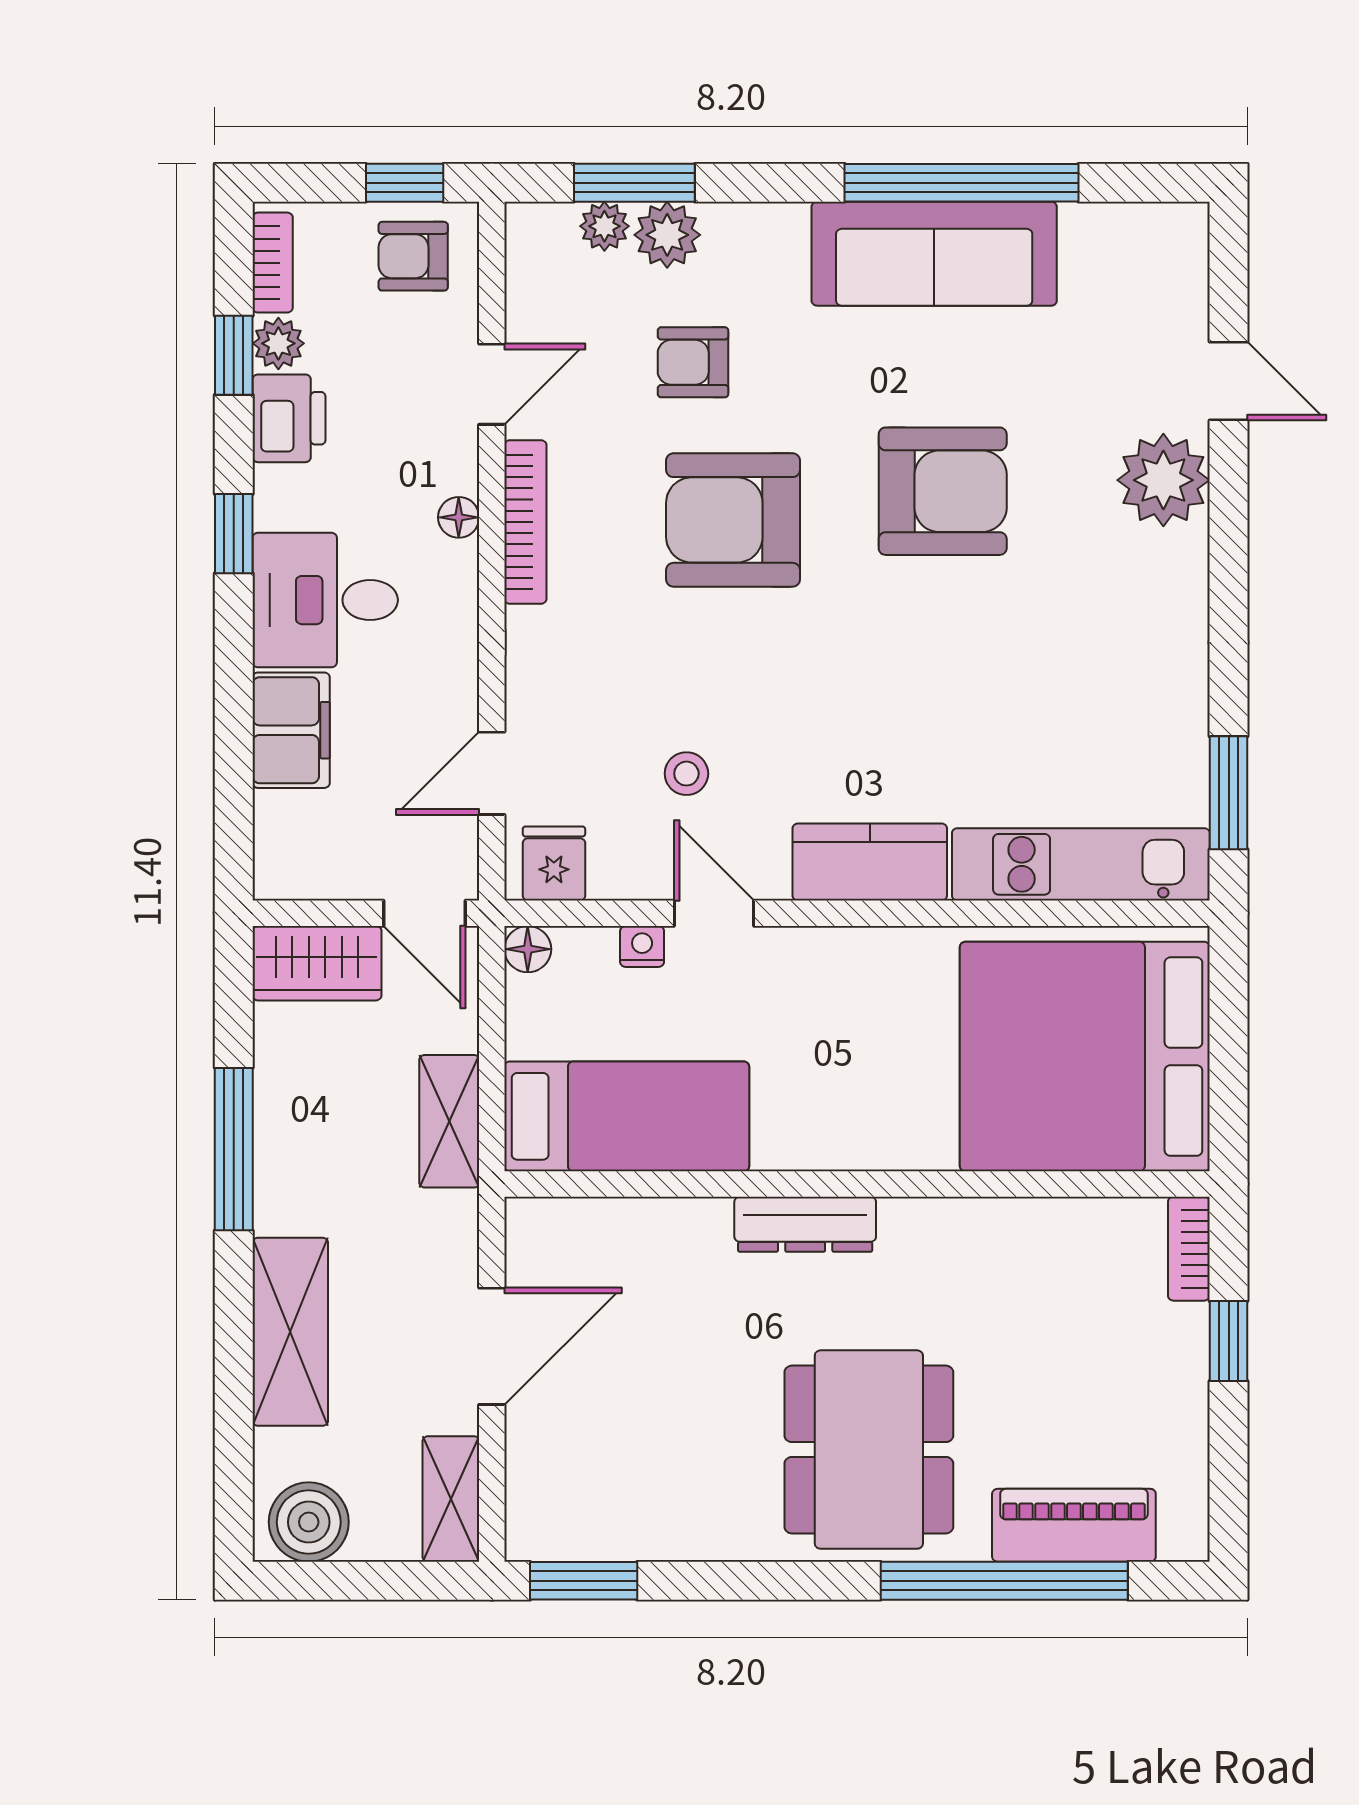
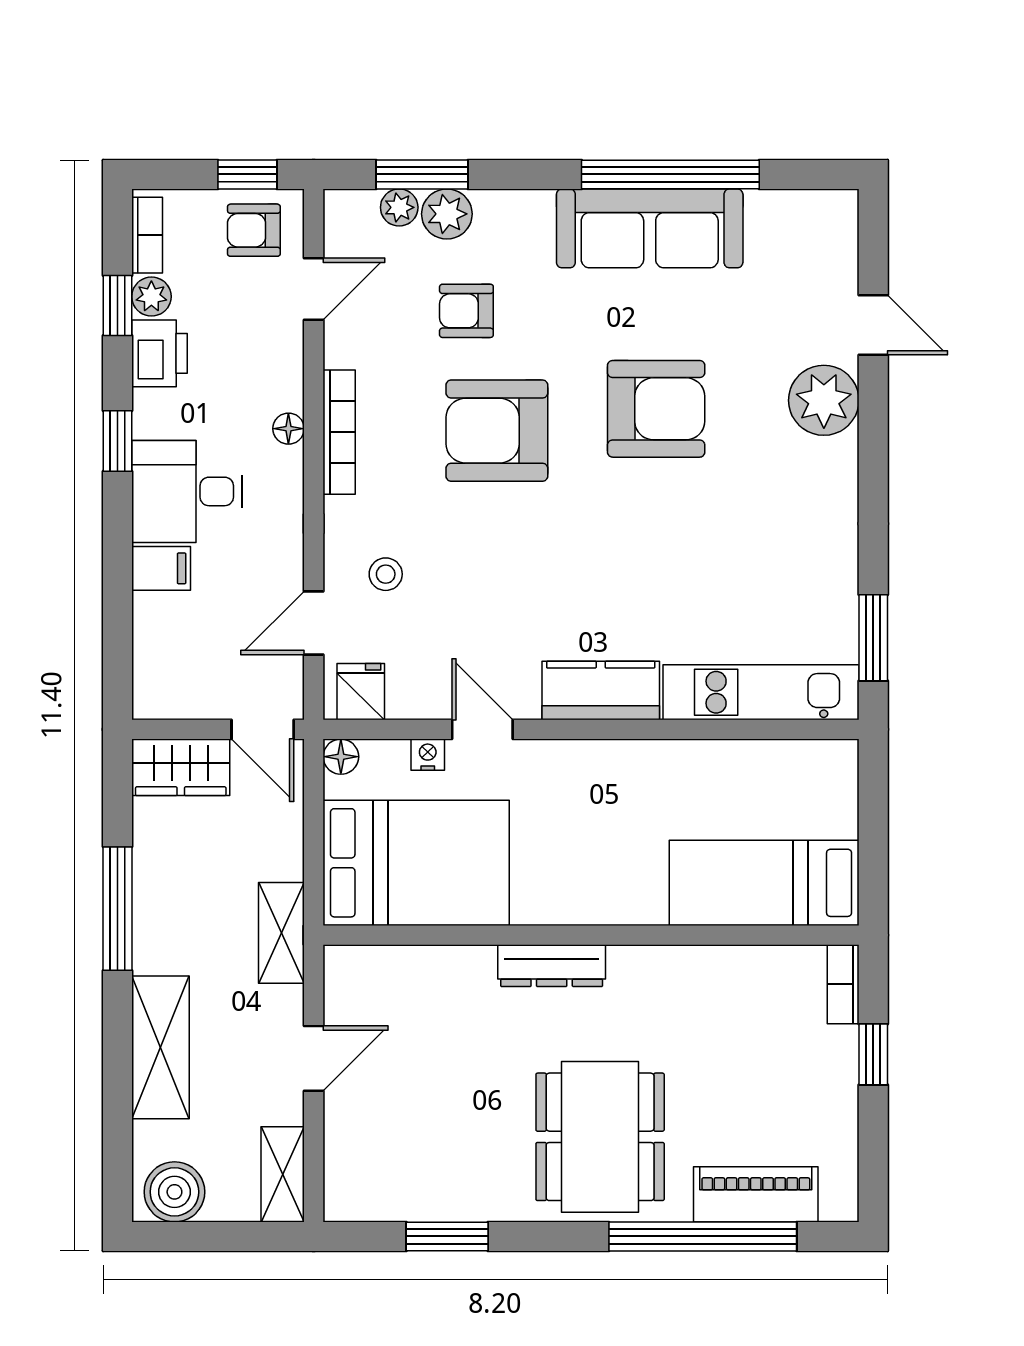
door: (492, 384) -> (314, 289), moved
filing cabinet: (291, 730) -> (161, 568), width x0.50
stool: (686, 774) -> (386, 574), moved
bed: (1085, 1057) -> (764, 883), width x0.49
bed: (627, 1116) -> (416, 863), width x1.50
shelving: (449, 1121) -> (281, 933), moved
door: (492, 1346) -> (314, 1058), width x0.73
window: (584, 1581) -> (447, 1236), moved

